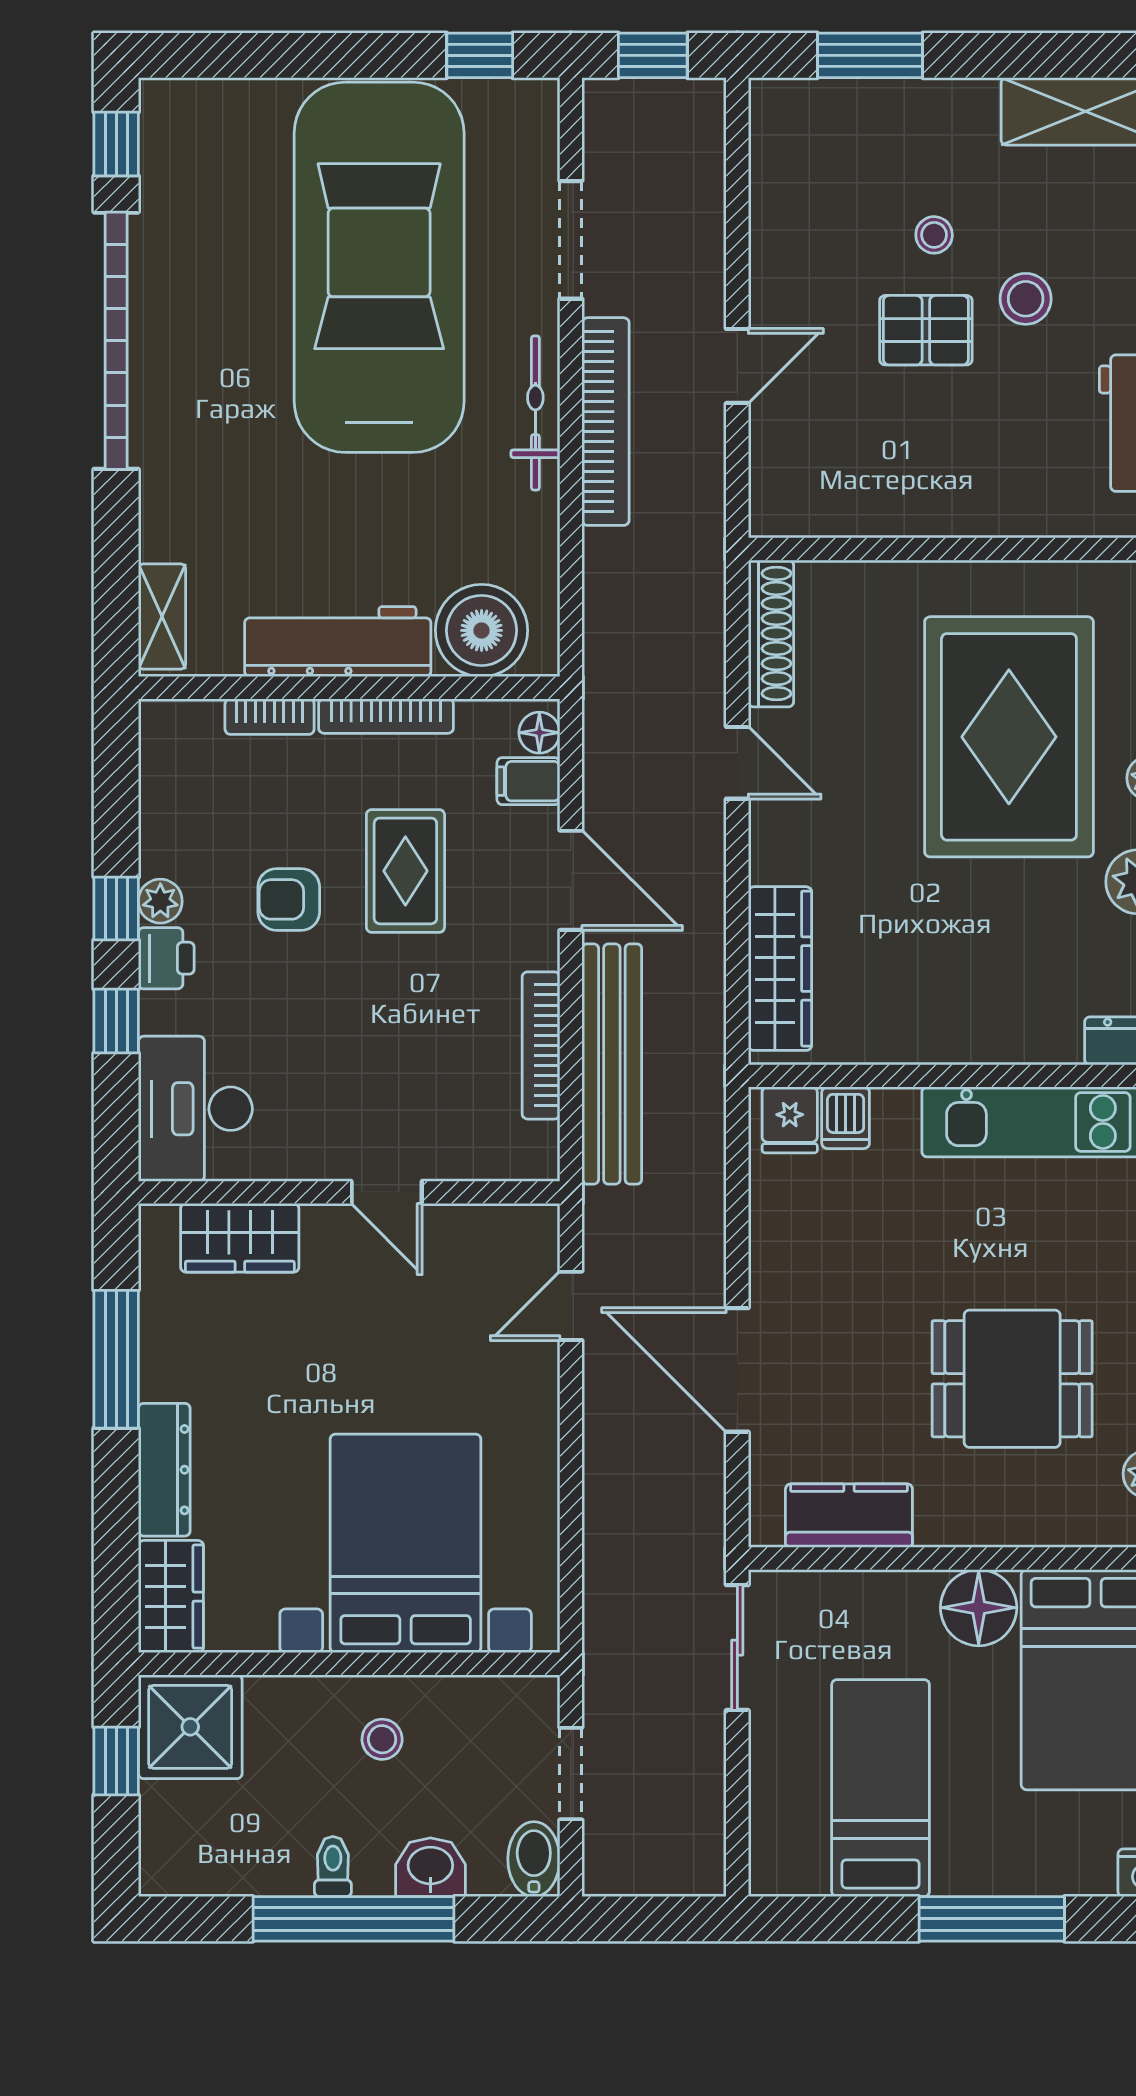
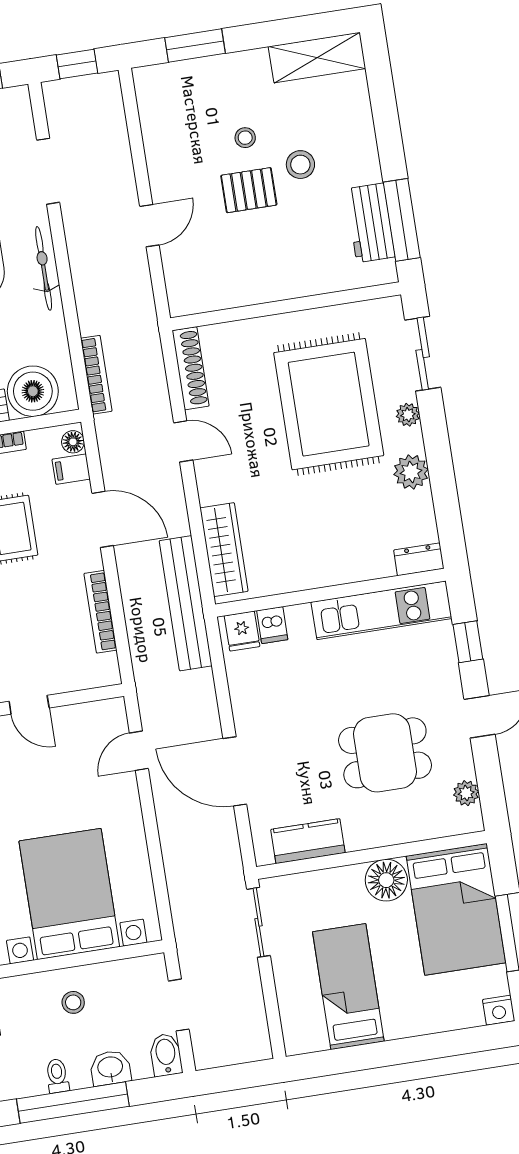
bookcase: (606, 422) -> (96, 375), moved, width x0.68, depth x0.76
bench: (612, 1064) -> (186, 603), moved
window: (992, 1919) -> (420, 1048), removed

